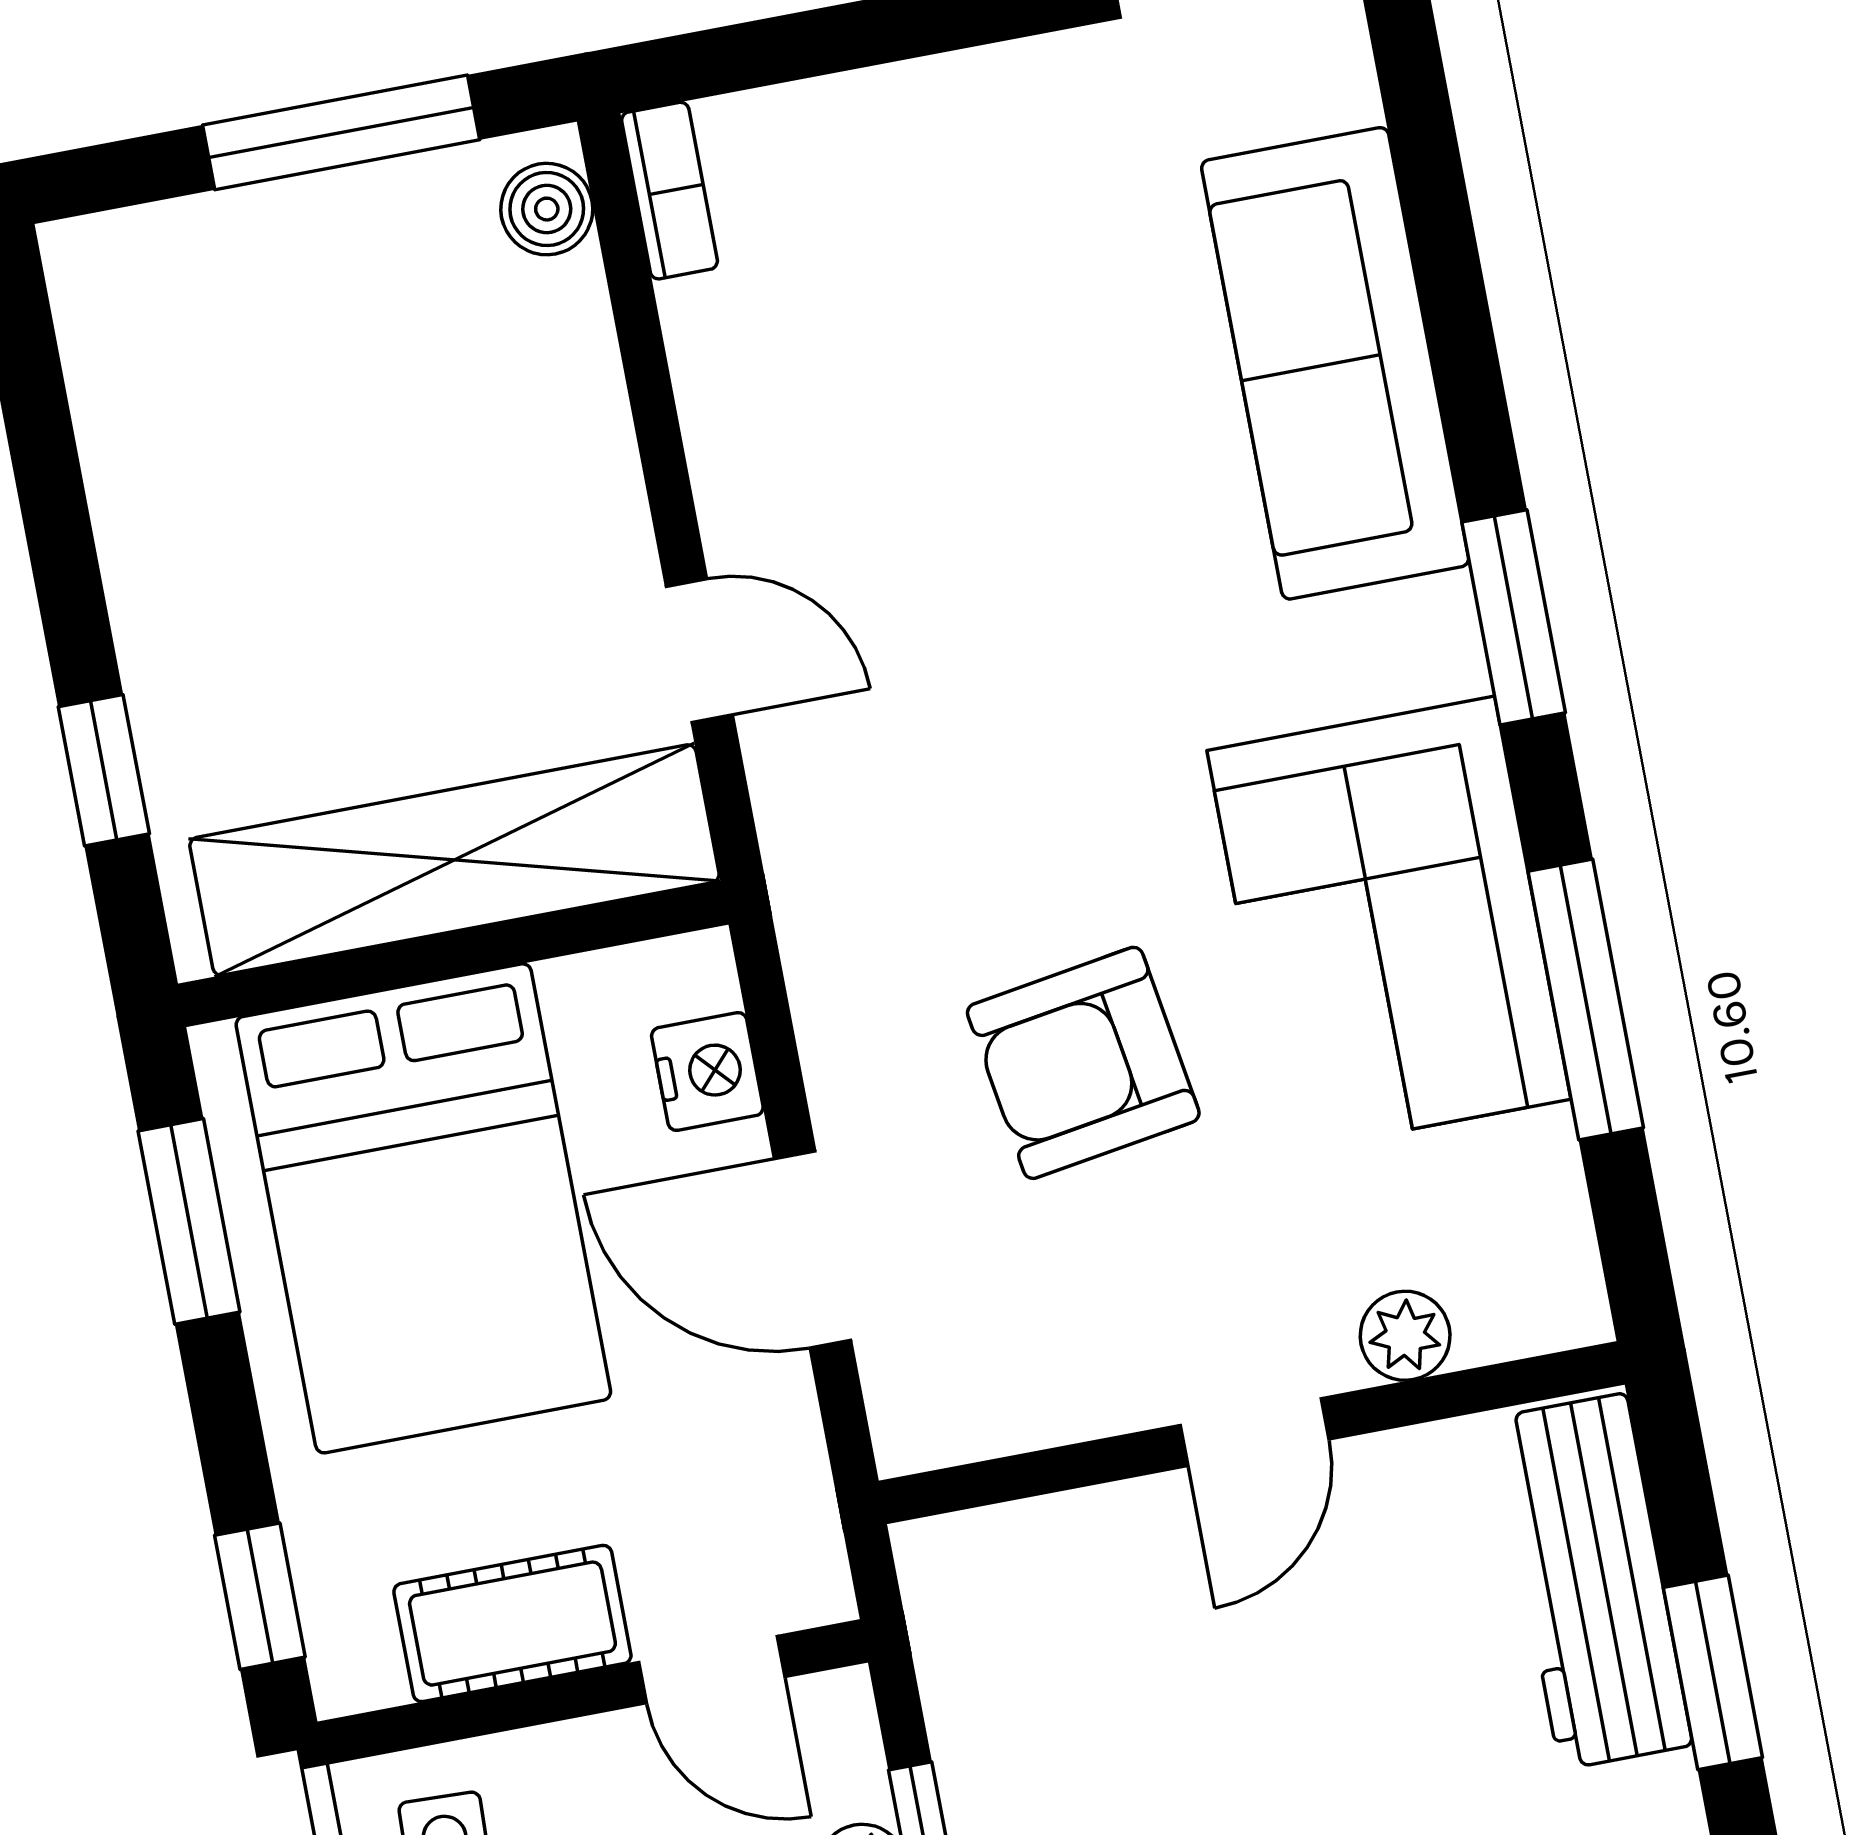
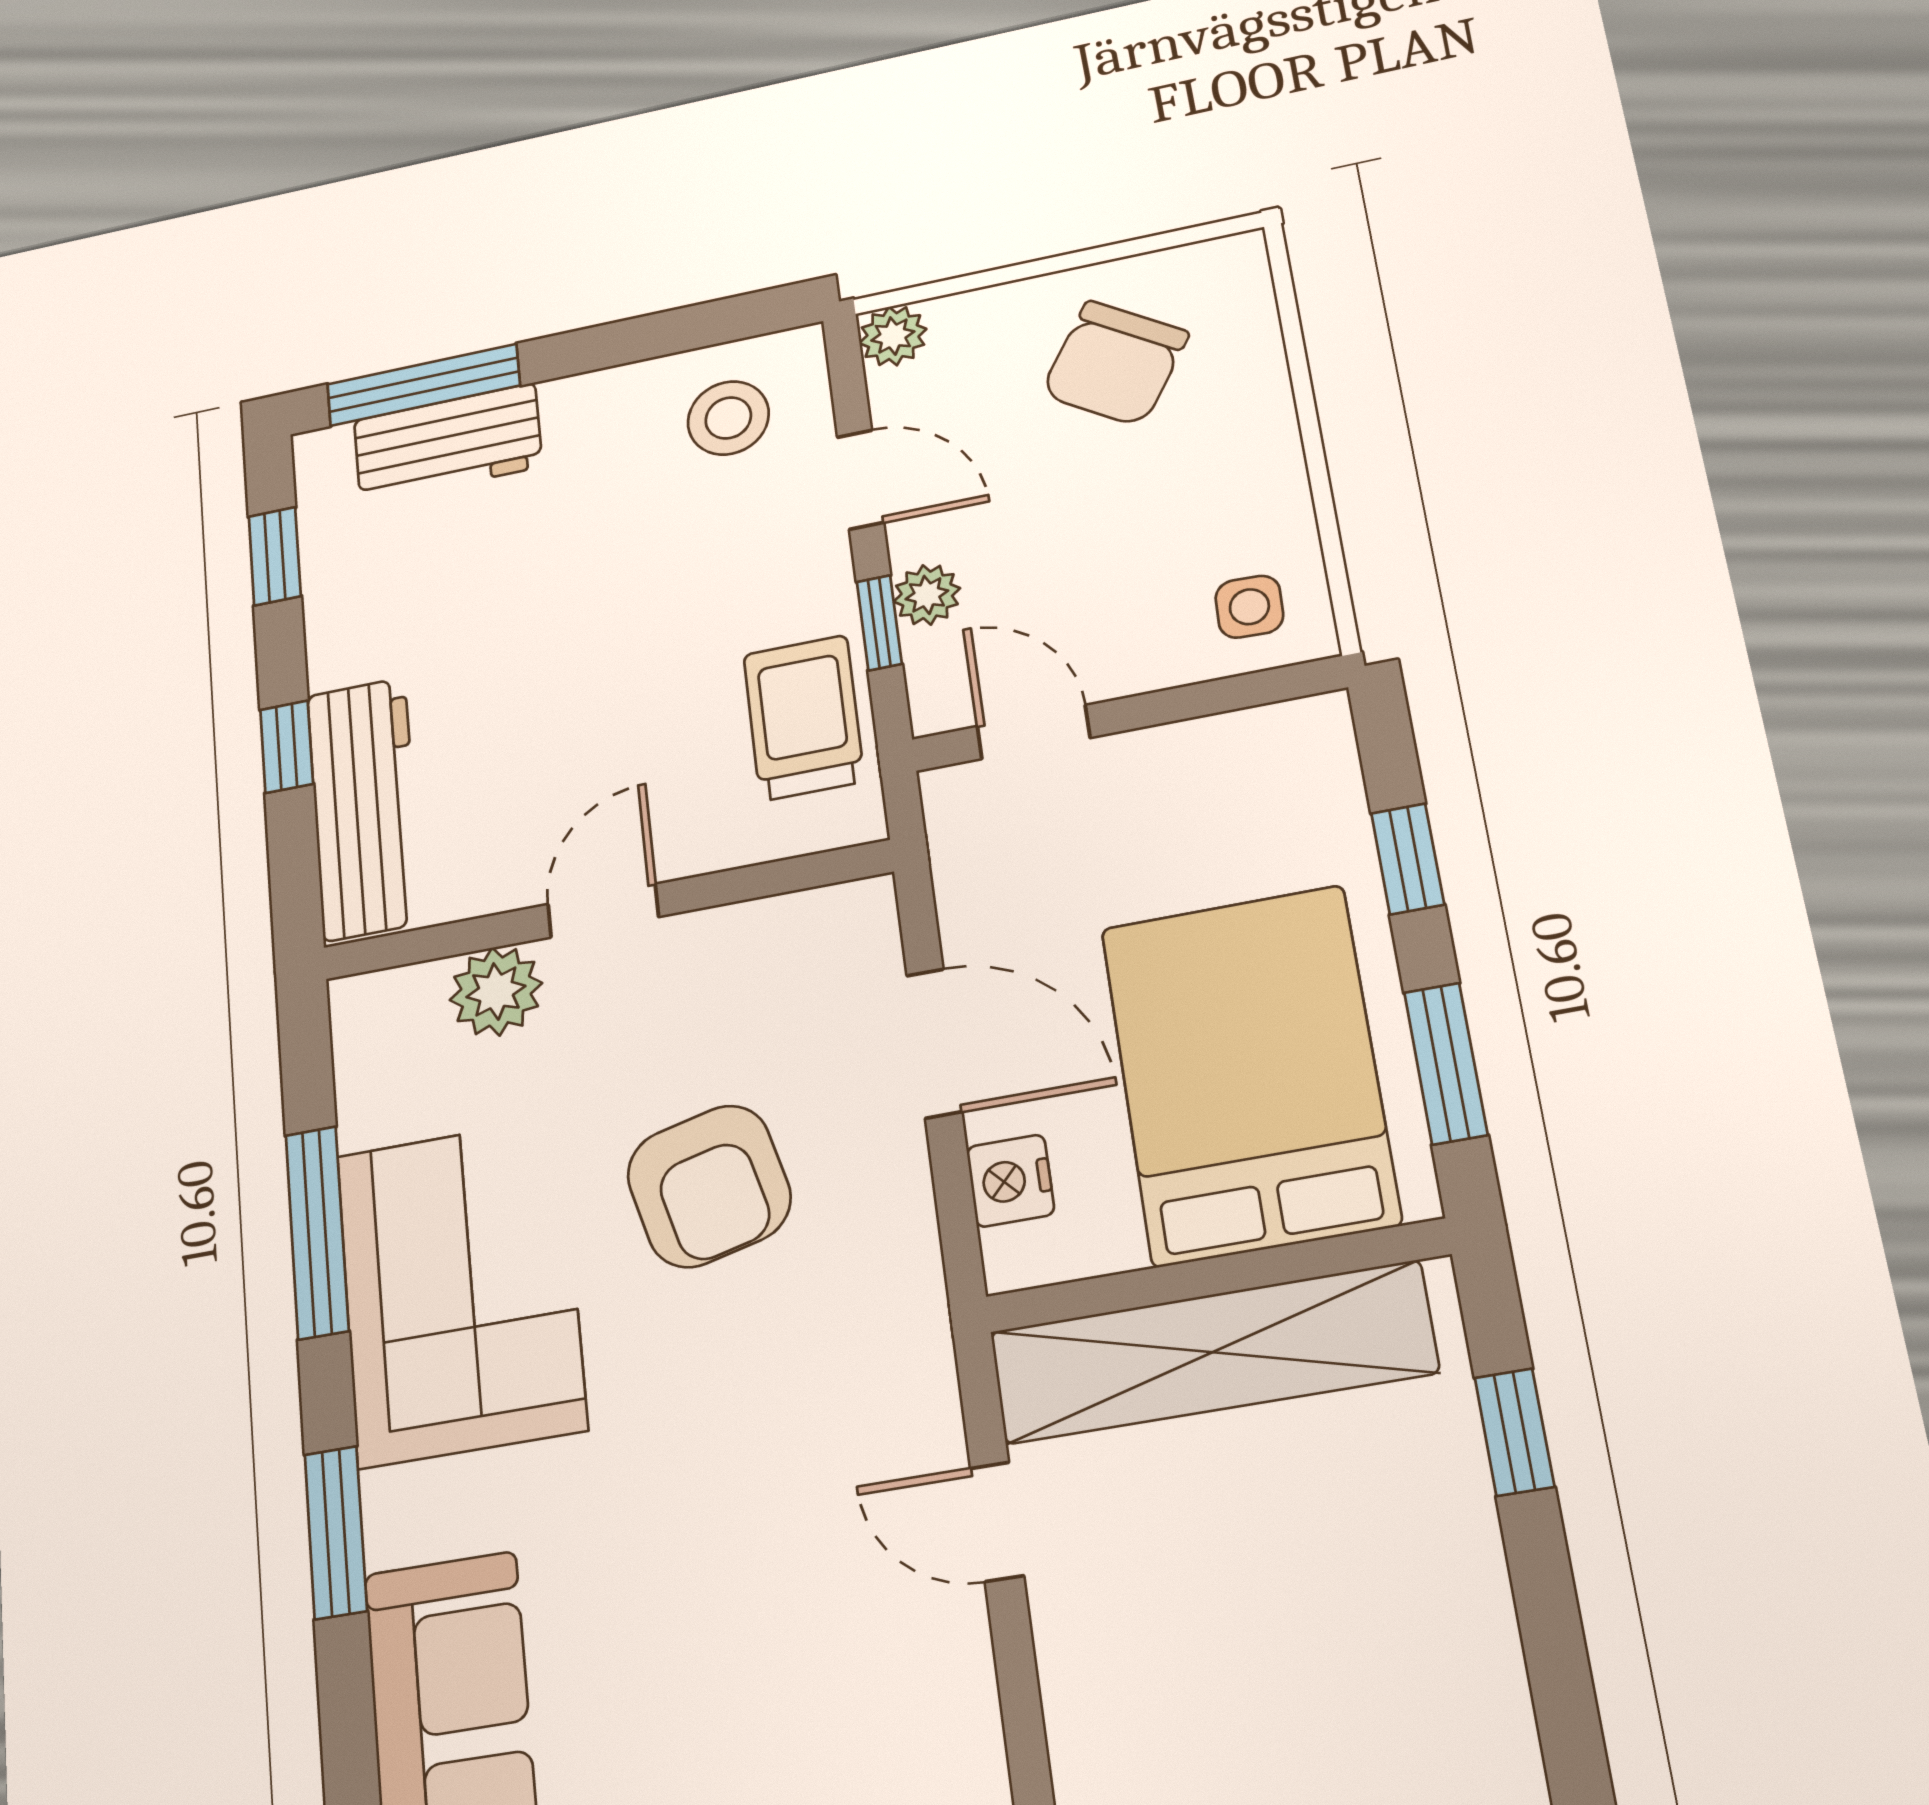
armchair: (1083, 1063) -> (709, 1186), turned 85
plant: (1405, 1336) -> (496, 991), width x1.38, depth x1.38
window: (260, 1596) -> (1408, 859), moved
cot: (512, 1624) -> (1189, 762), removed
window: (1713, 1672) -> (287, 747), width x0.67
trolley: (1012, 1697) -> (804, 718), added

